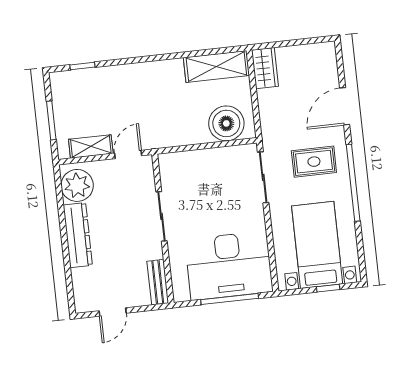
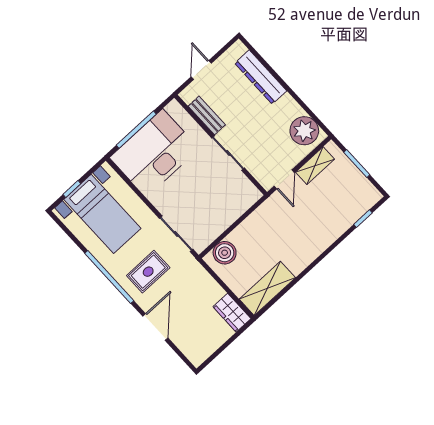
boiler: (226, 123) -> (225, 253), width x0.73, depth x0.73
dresser: (78, 235) -> (261, 77), moved
bench: (158, 282) -> (207, 115), moved
door: (113, 312) -> (201, 70), moved

